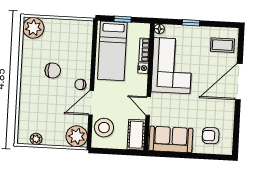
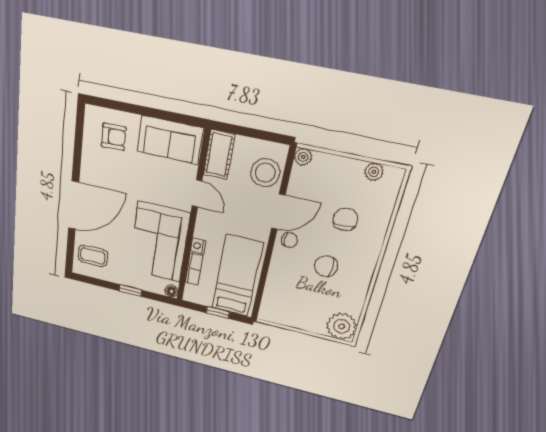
chair: (47, 105) -> (345, 219), added
plant: (77, 136) -> (303, 157), width x0.53, depth x0.53

